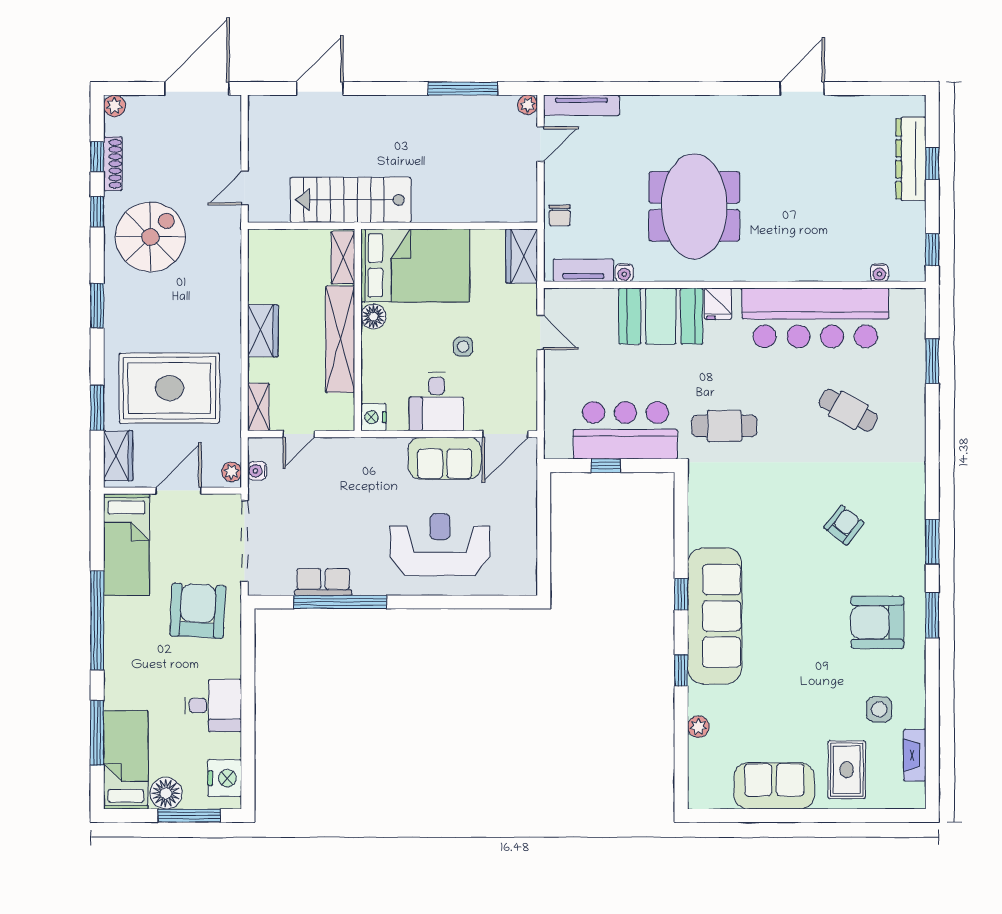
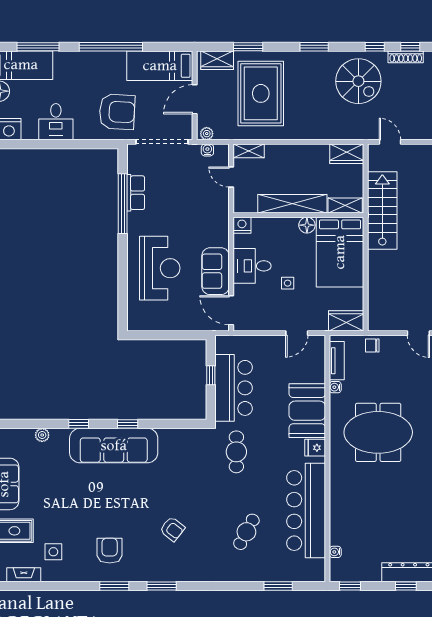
wardrobe: (263, 331) -> (347, 154), moved
door: (178, 491) -> (195, 99), swing flipped
armchair: (877, 622) -> (110, 551), width x0.73, depth x0.73

